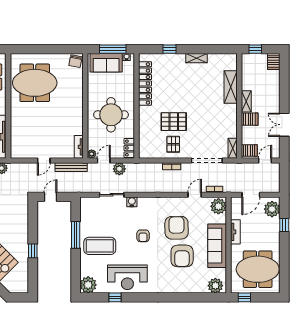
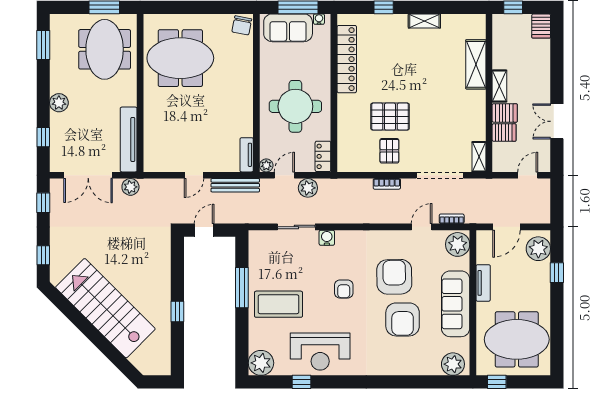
server rack: (249, 151) -> (504, 133), moved

